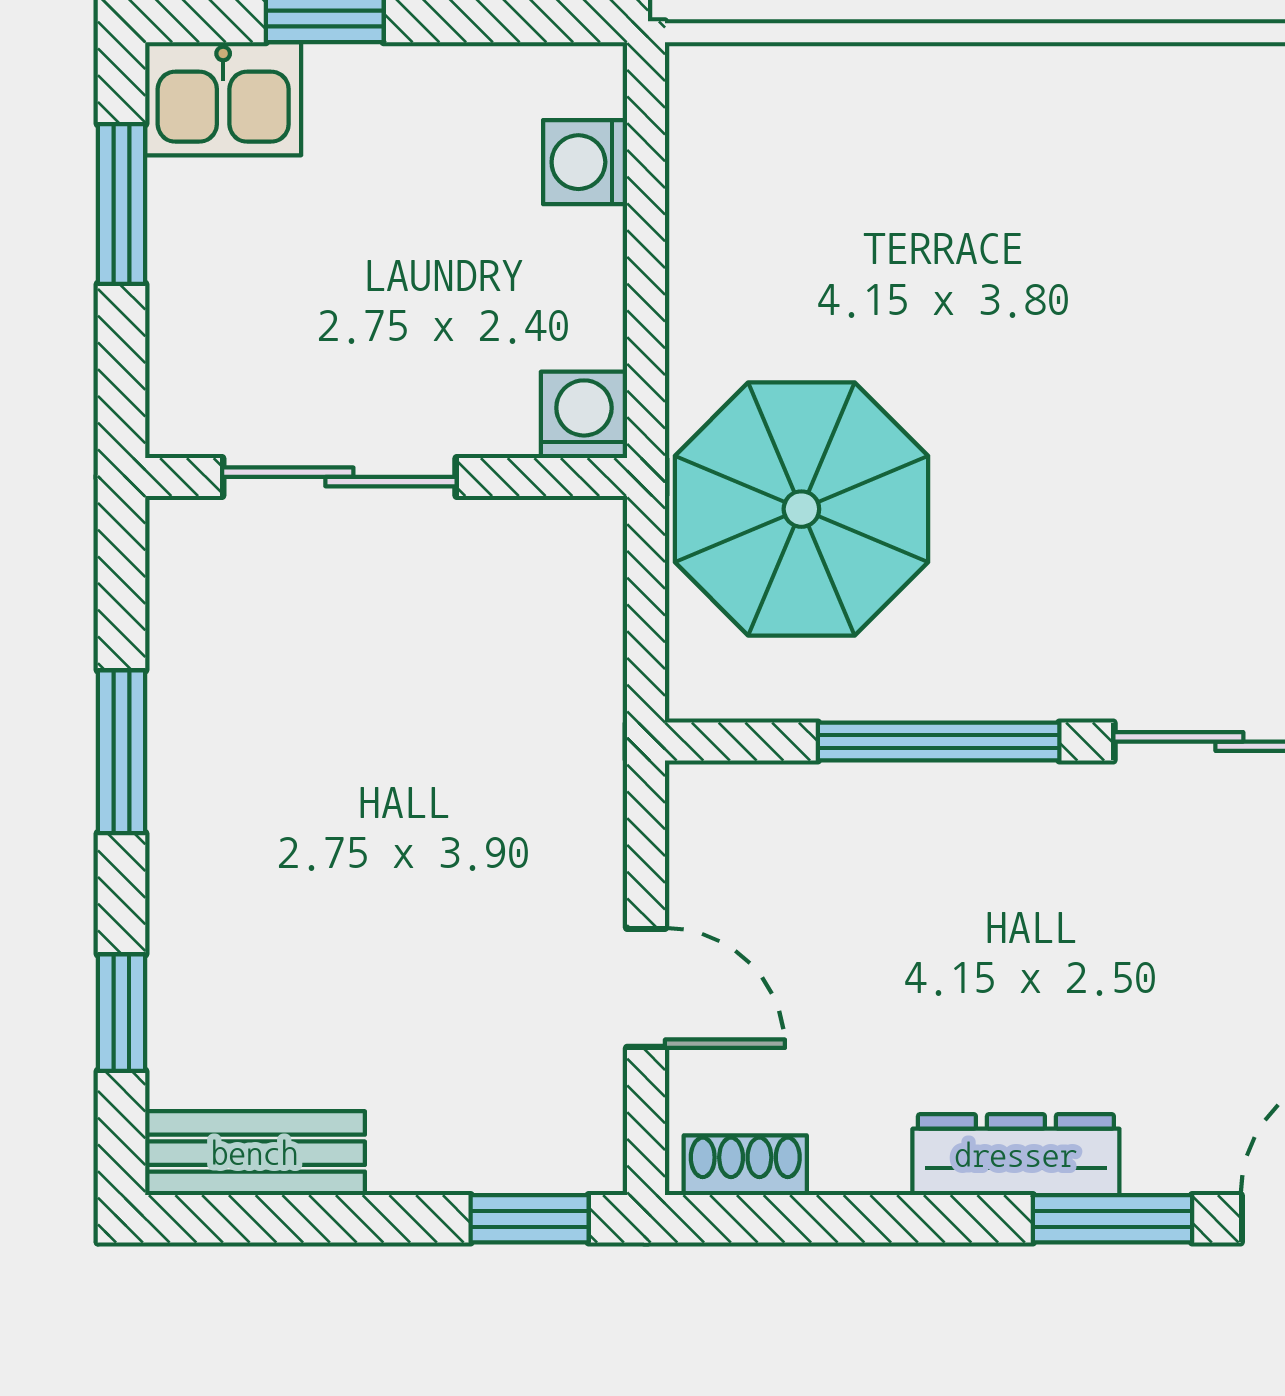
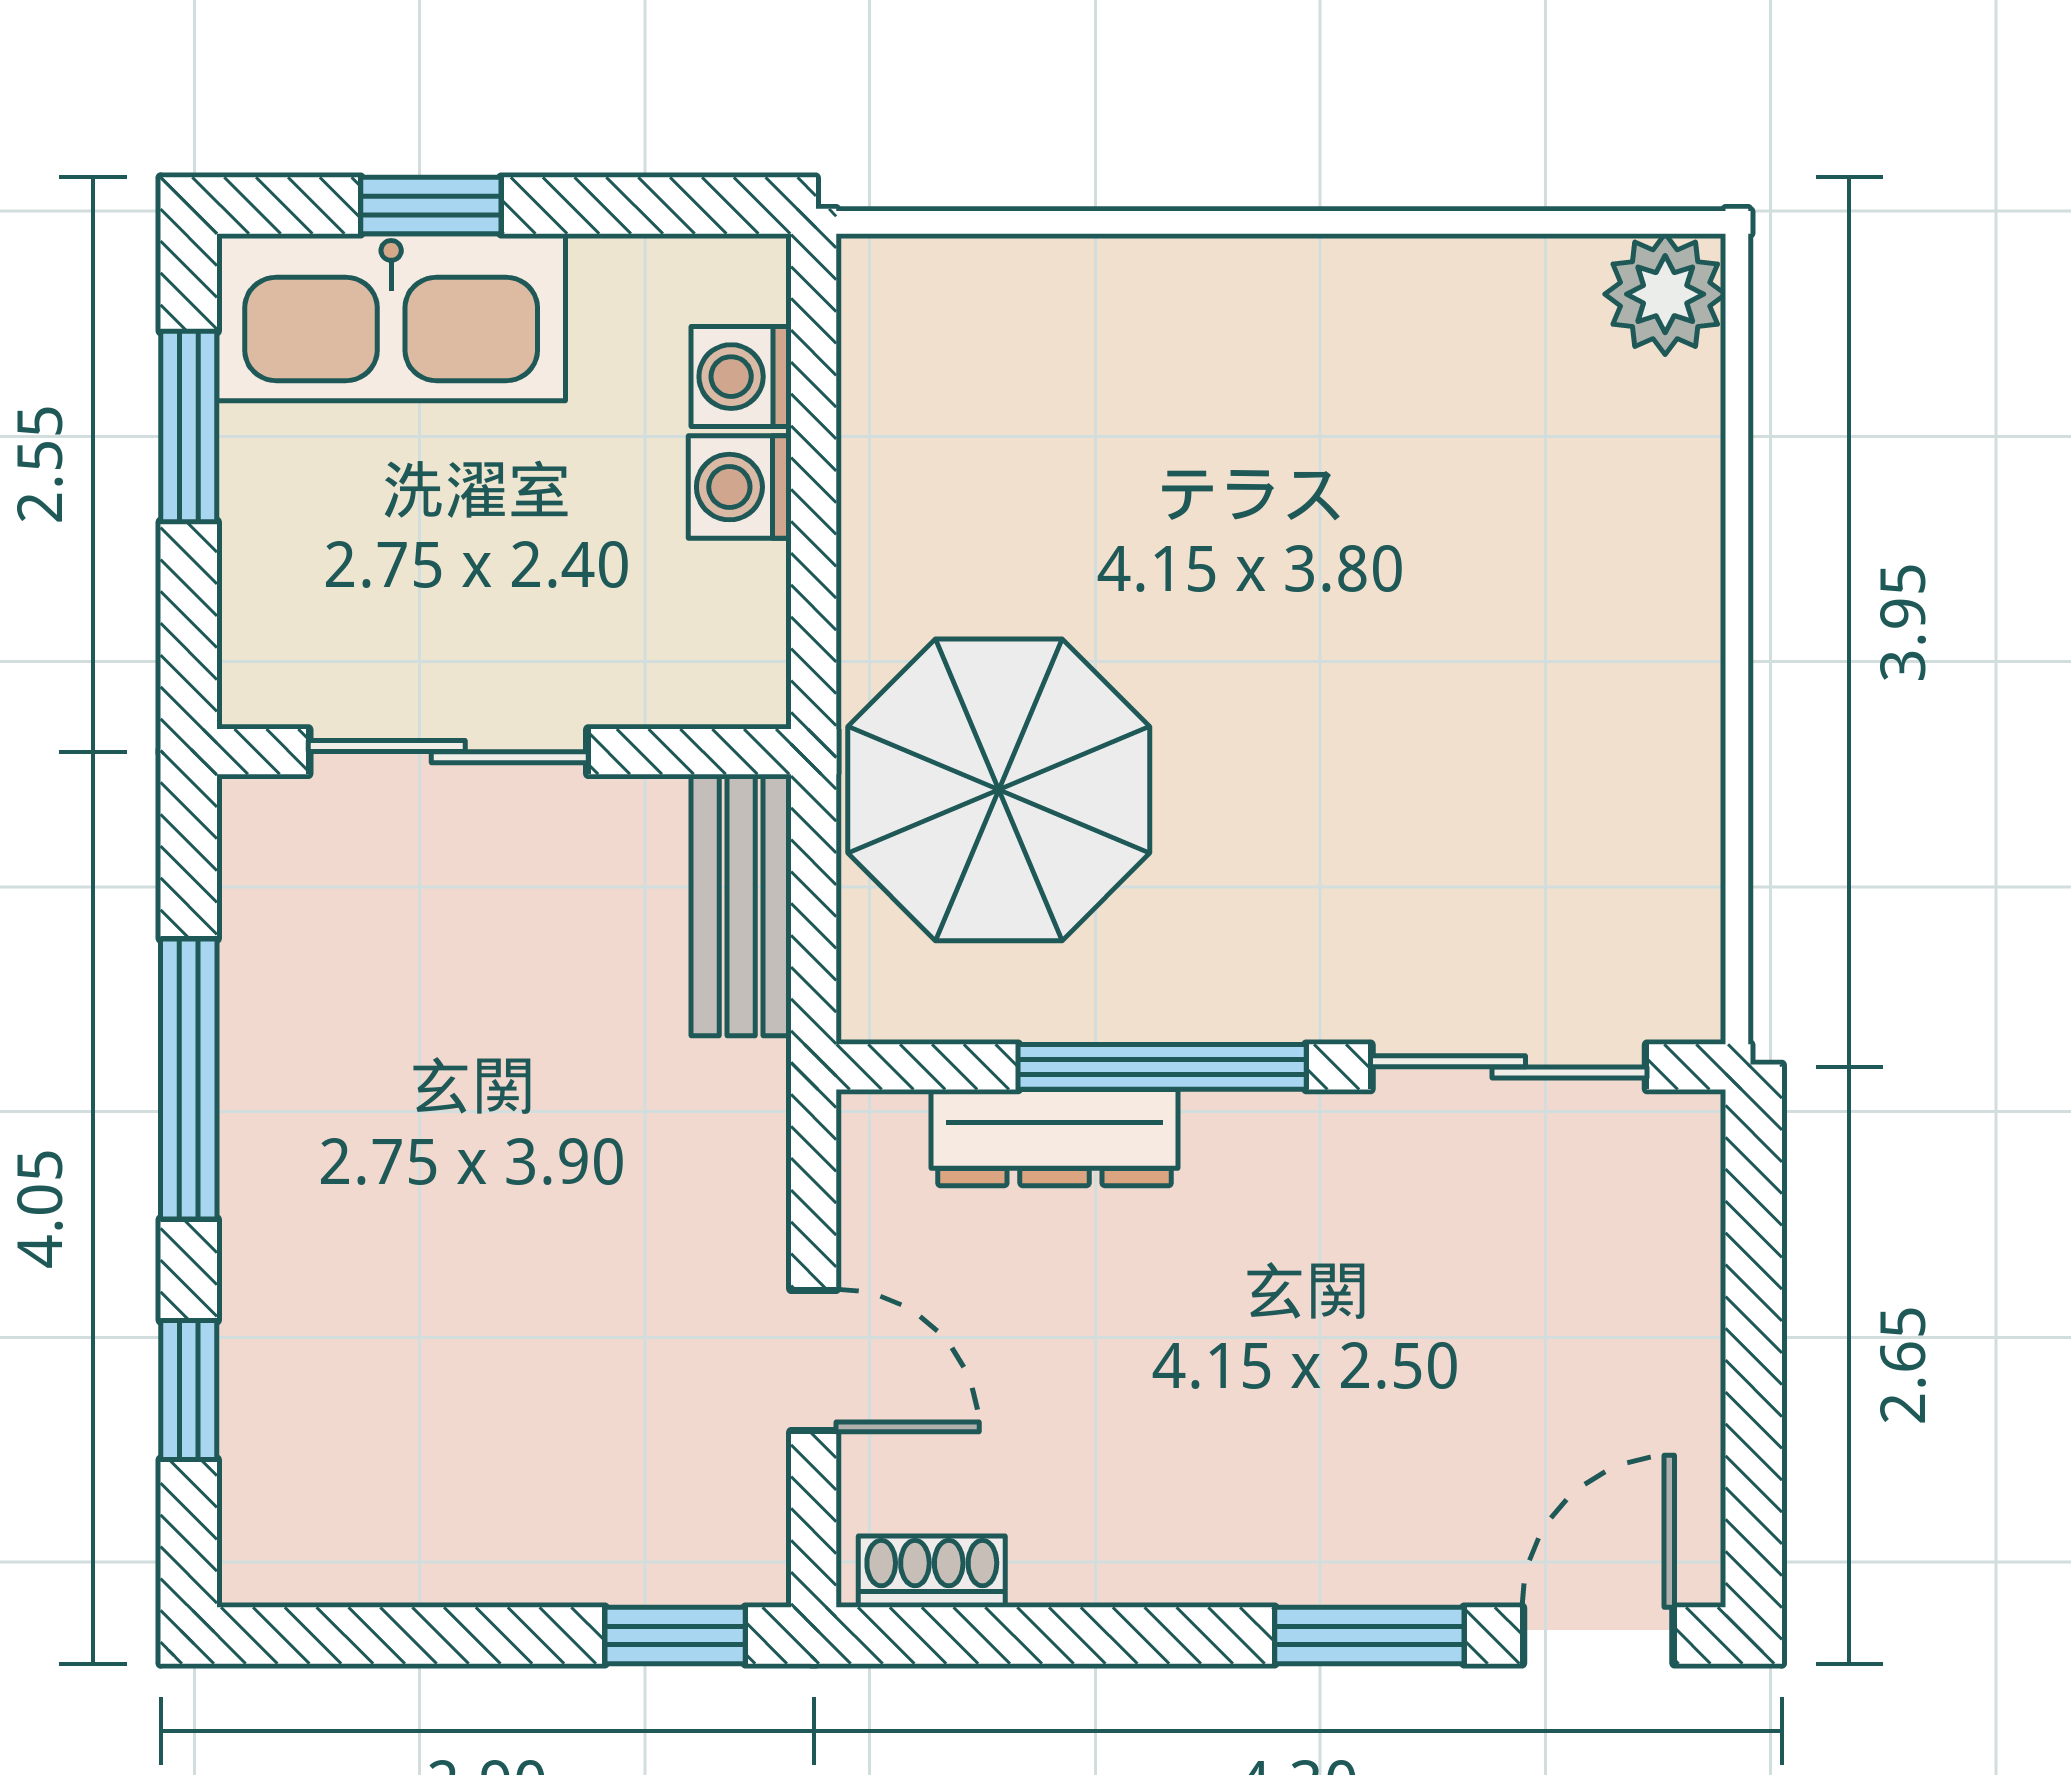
kitchen sink: (223, 99) -> (391, 317), width x1.87, depth x1.24
washing machine: (584, 415) -> (740, 487), moved, turned -90
window: (122, 752) -> (189, 1079), width x1.44
bench: (255, 1153) -> (741, 905), moved, turned 90
dresser: (1016, 1155) -> (1055, 1138), moved, turned 180

